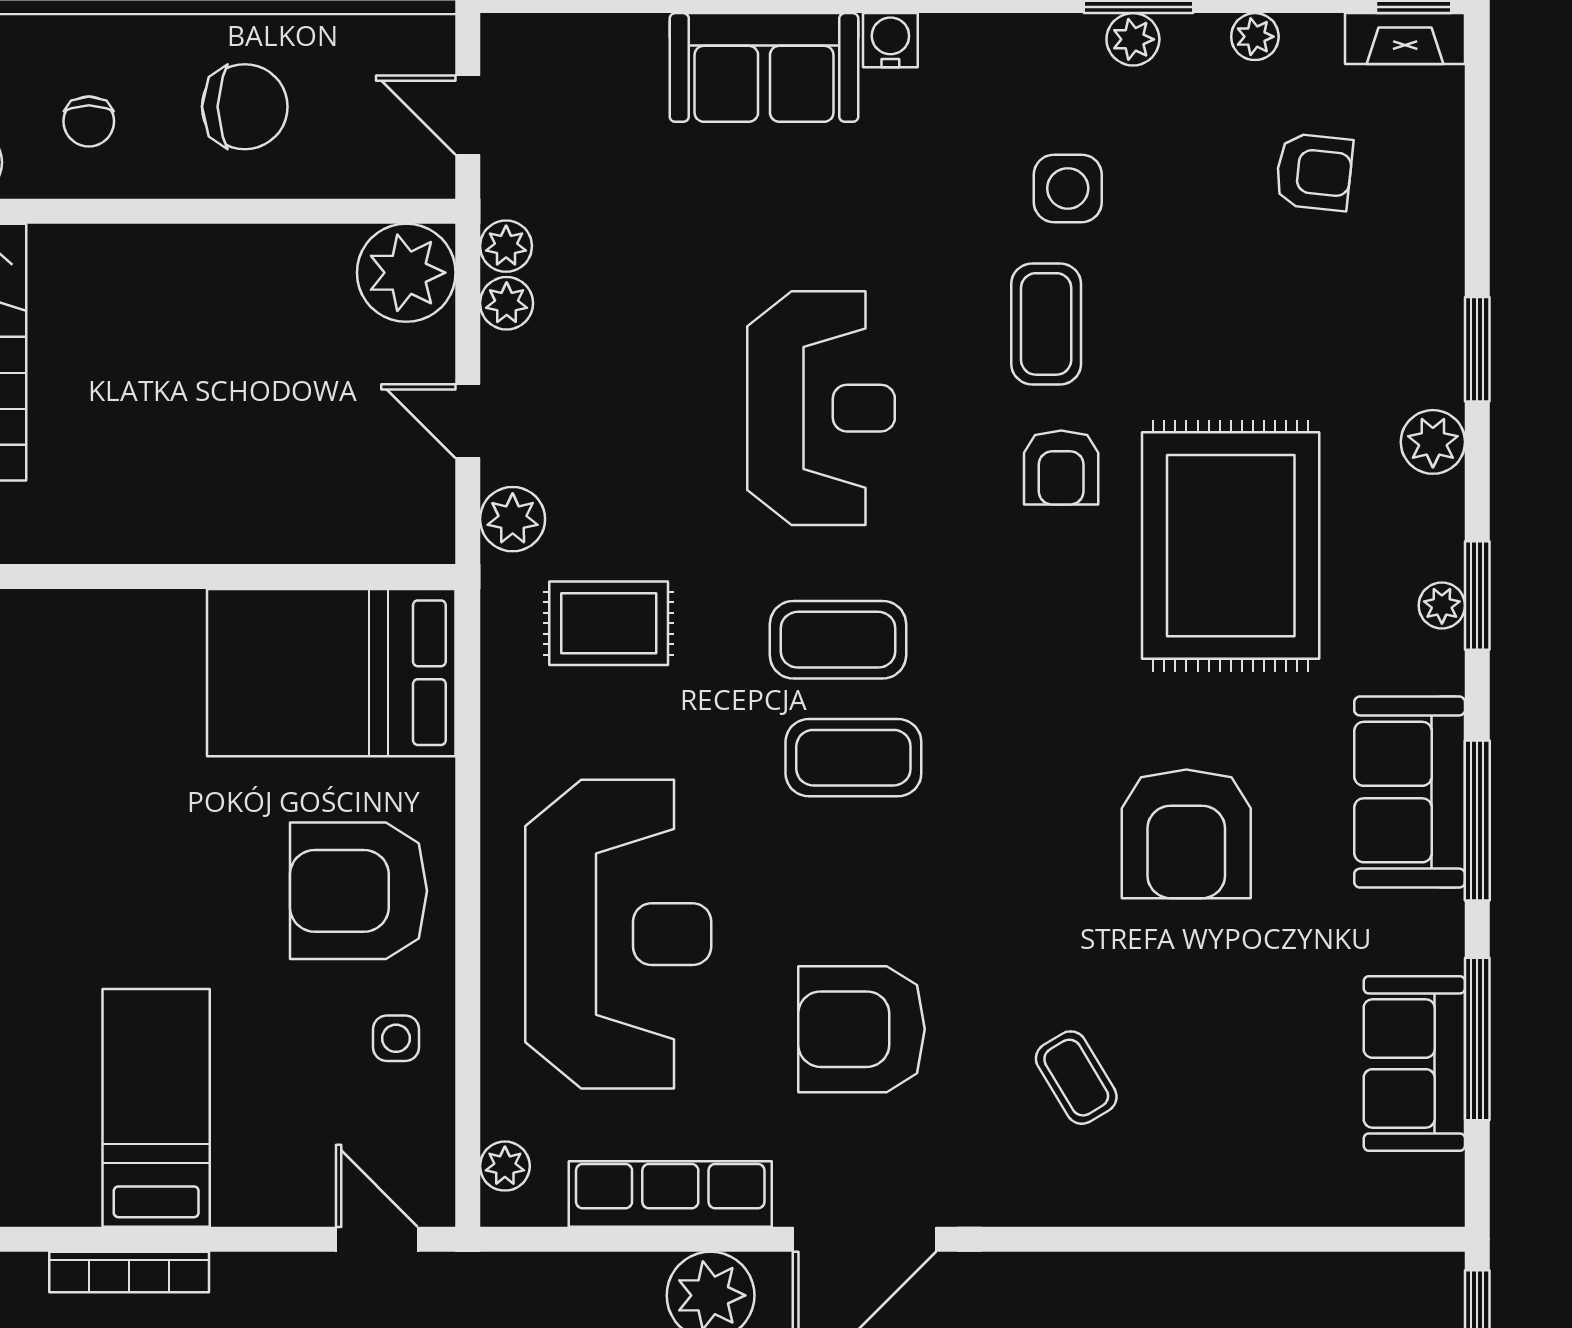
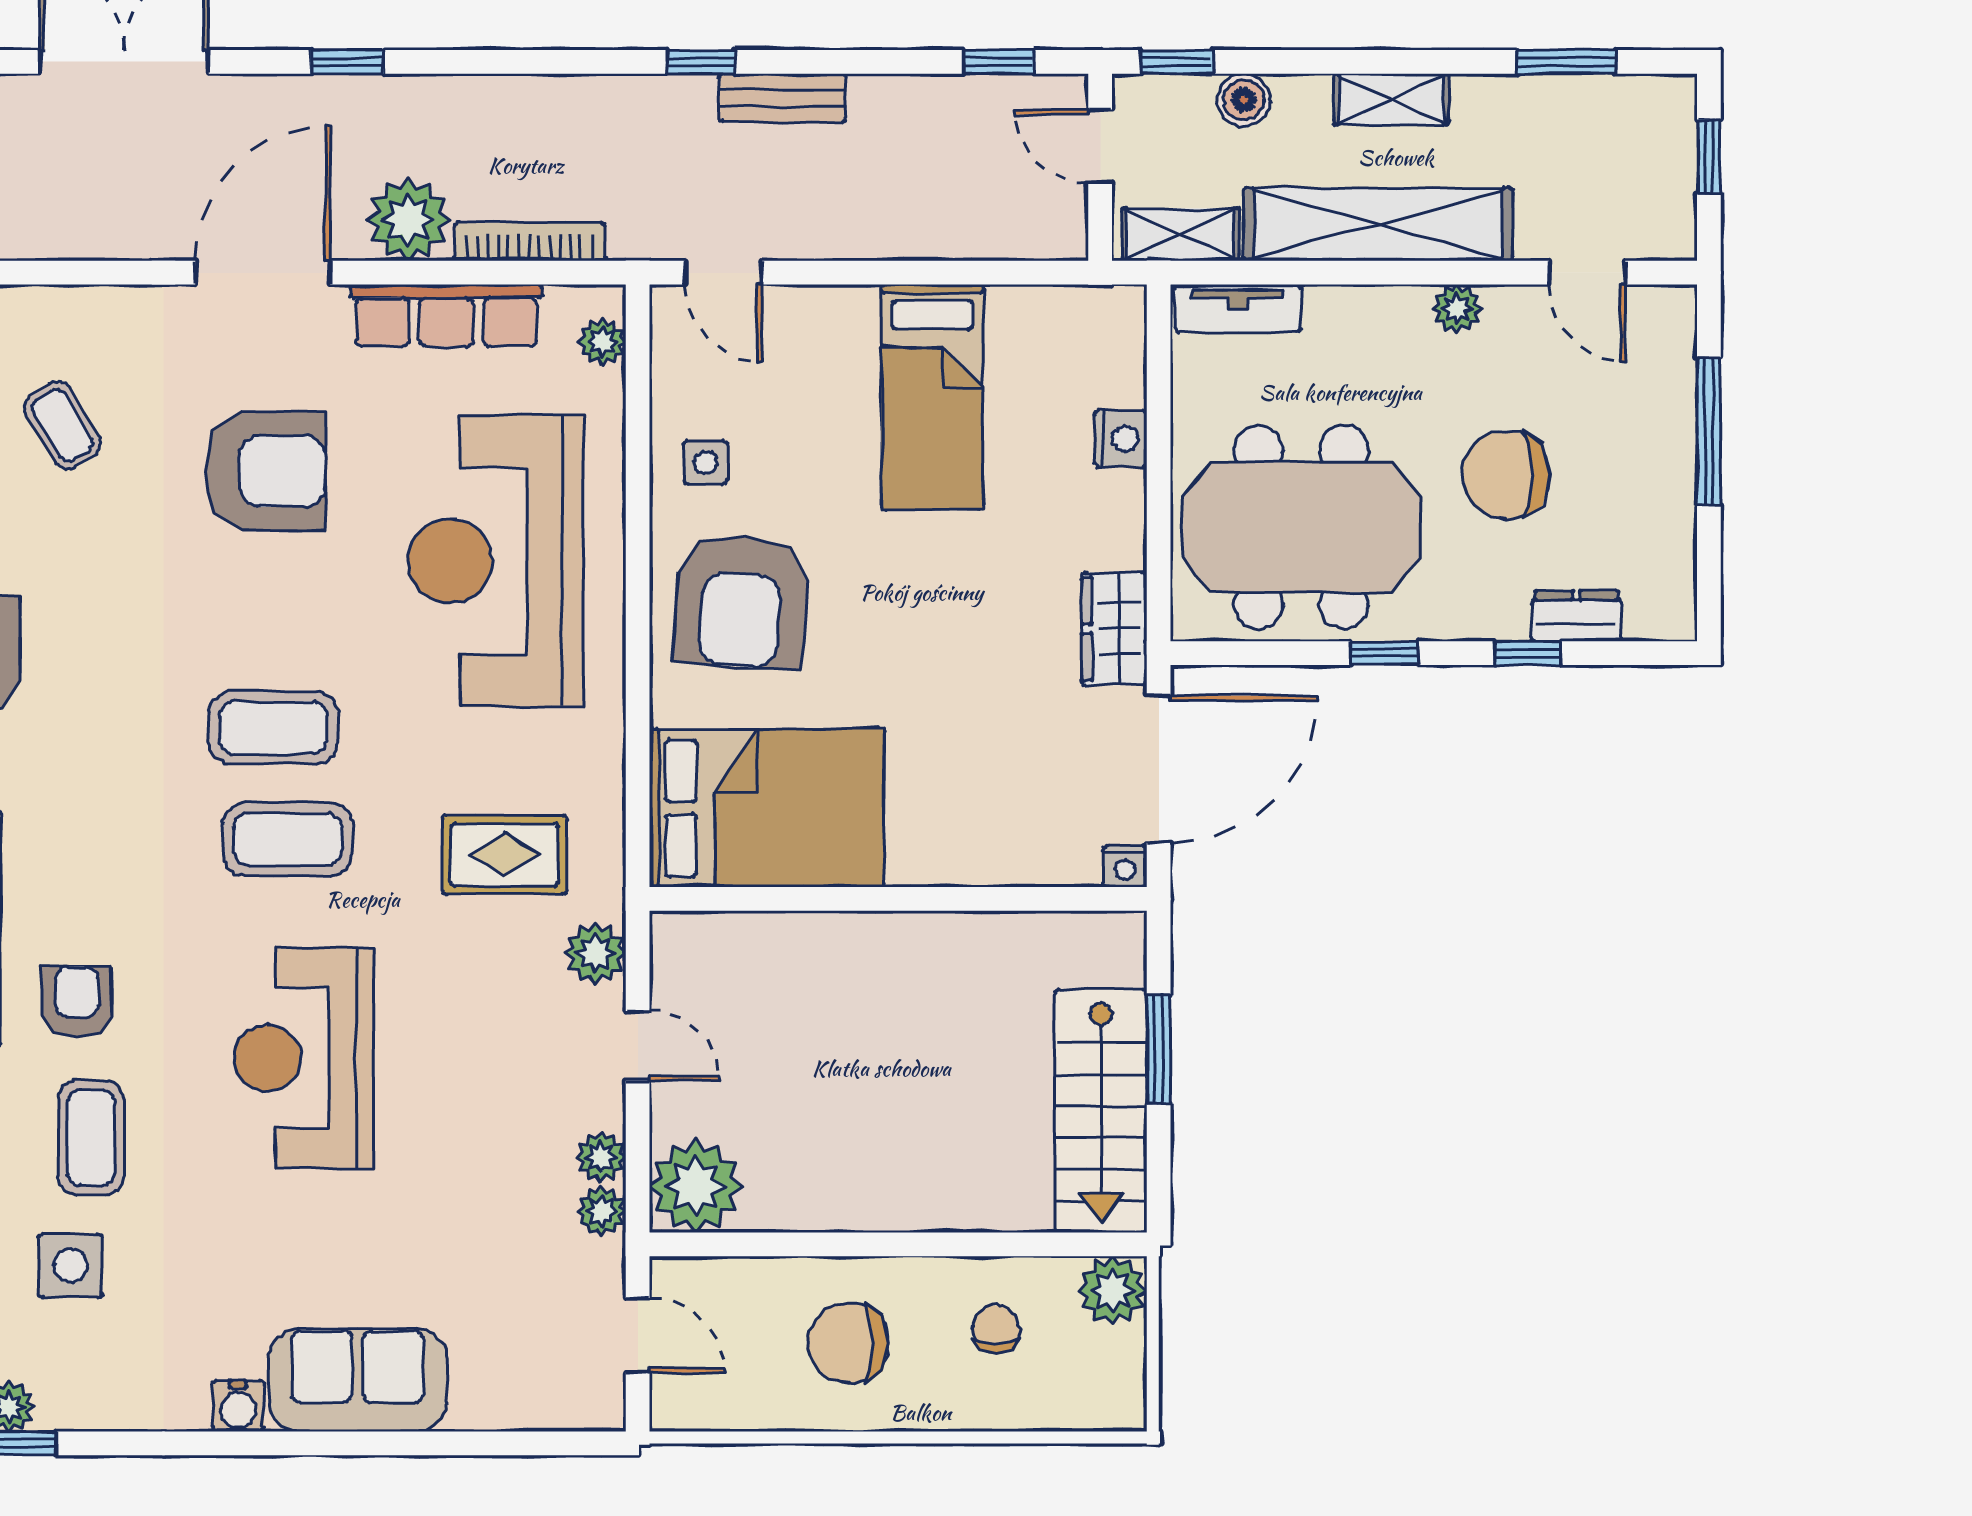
armchair: (358, 891) -> (741, 602), turned 94
bookcase: (129, 1272) -> (530, 242), moved

